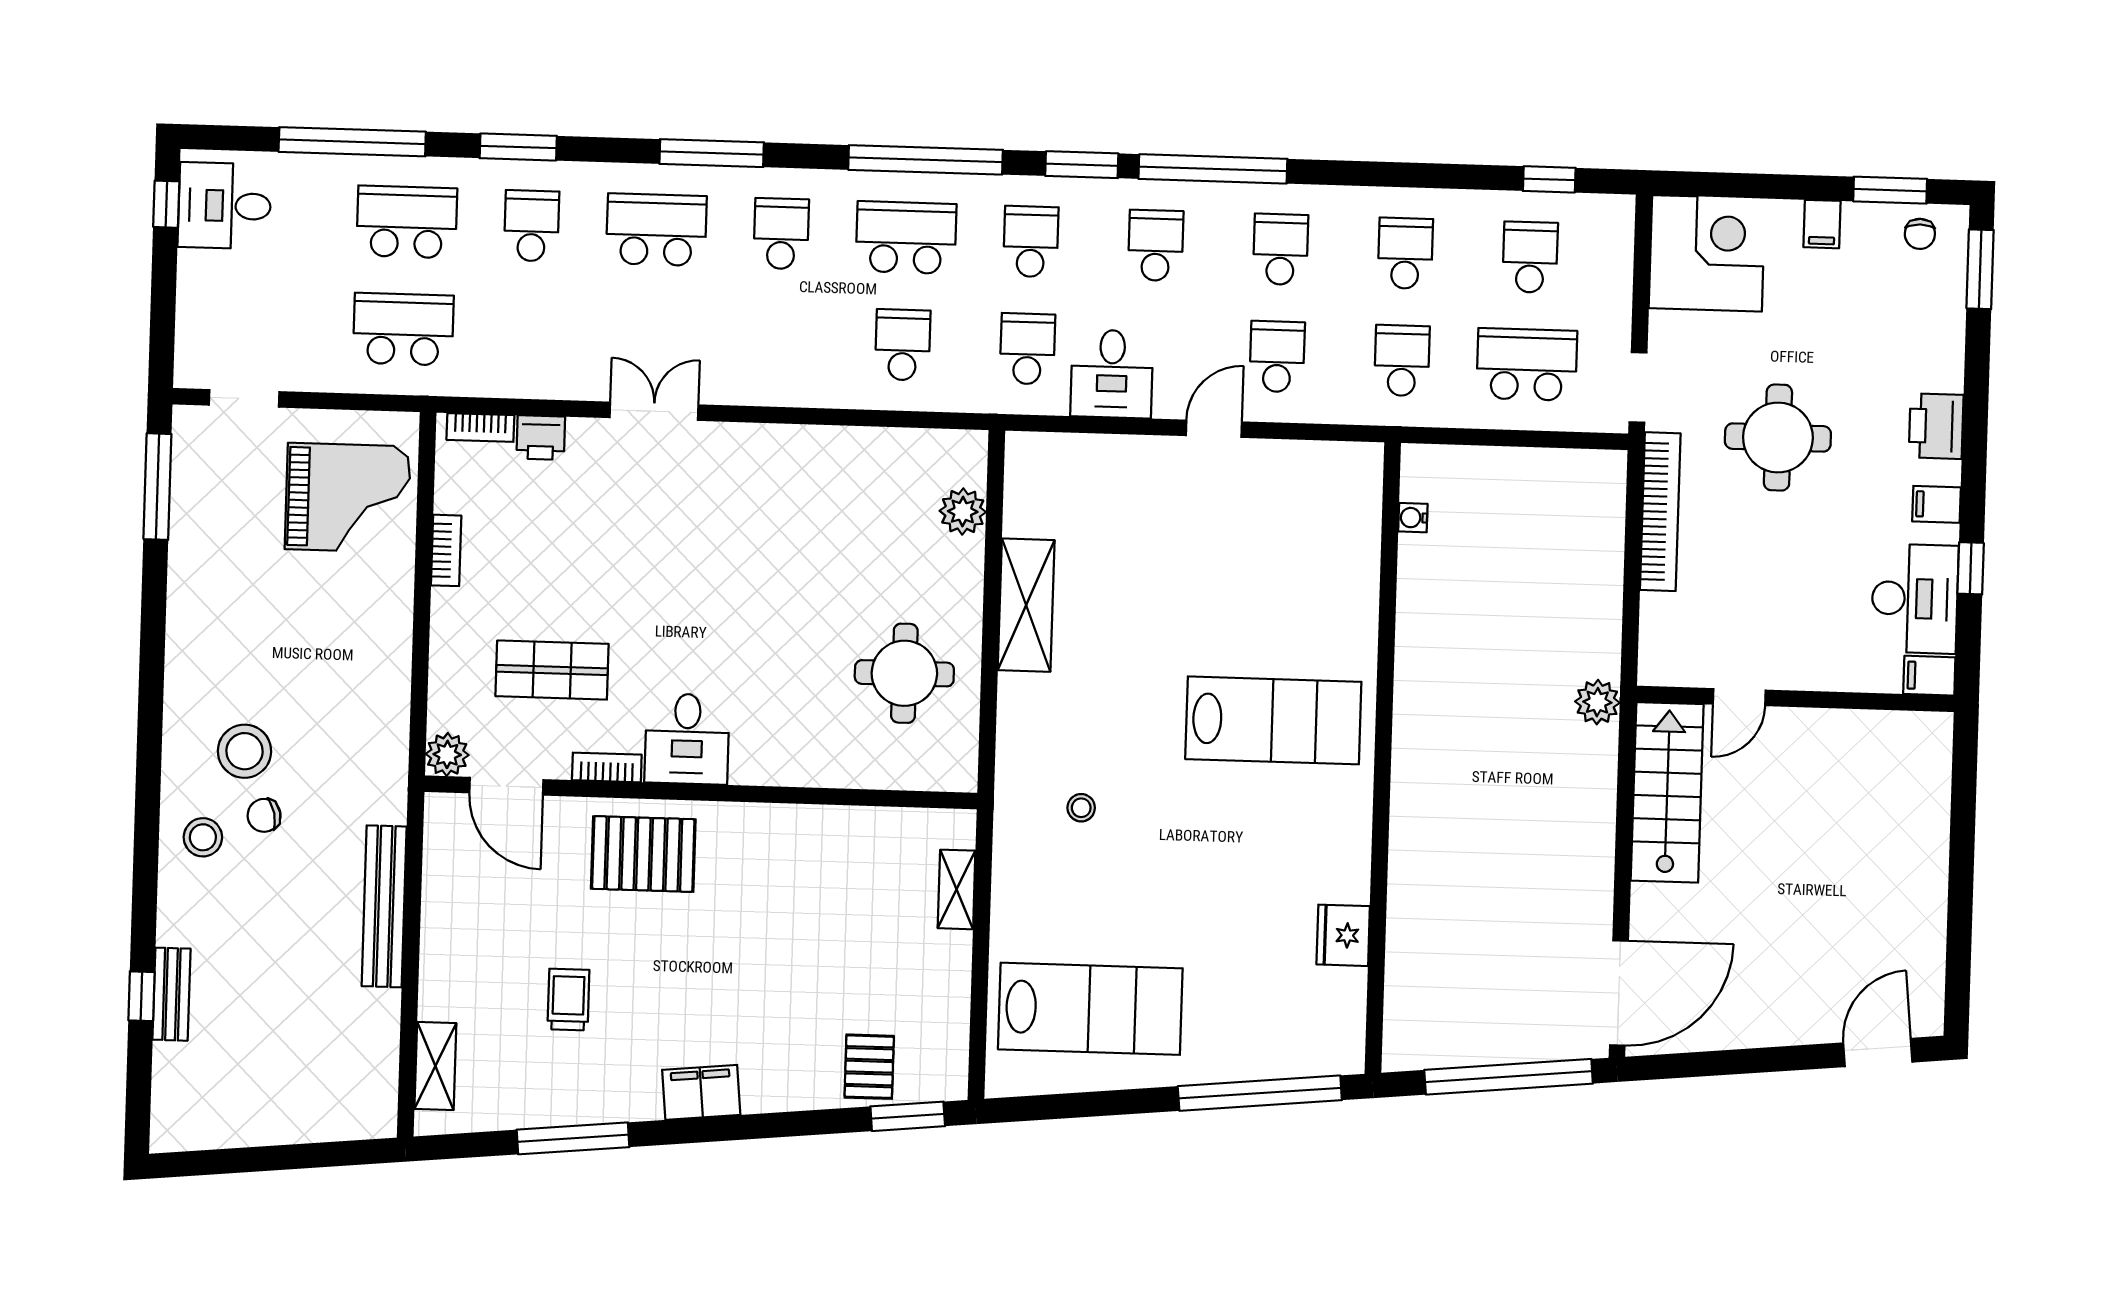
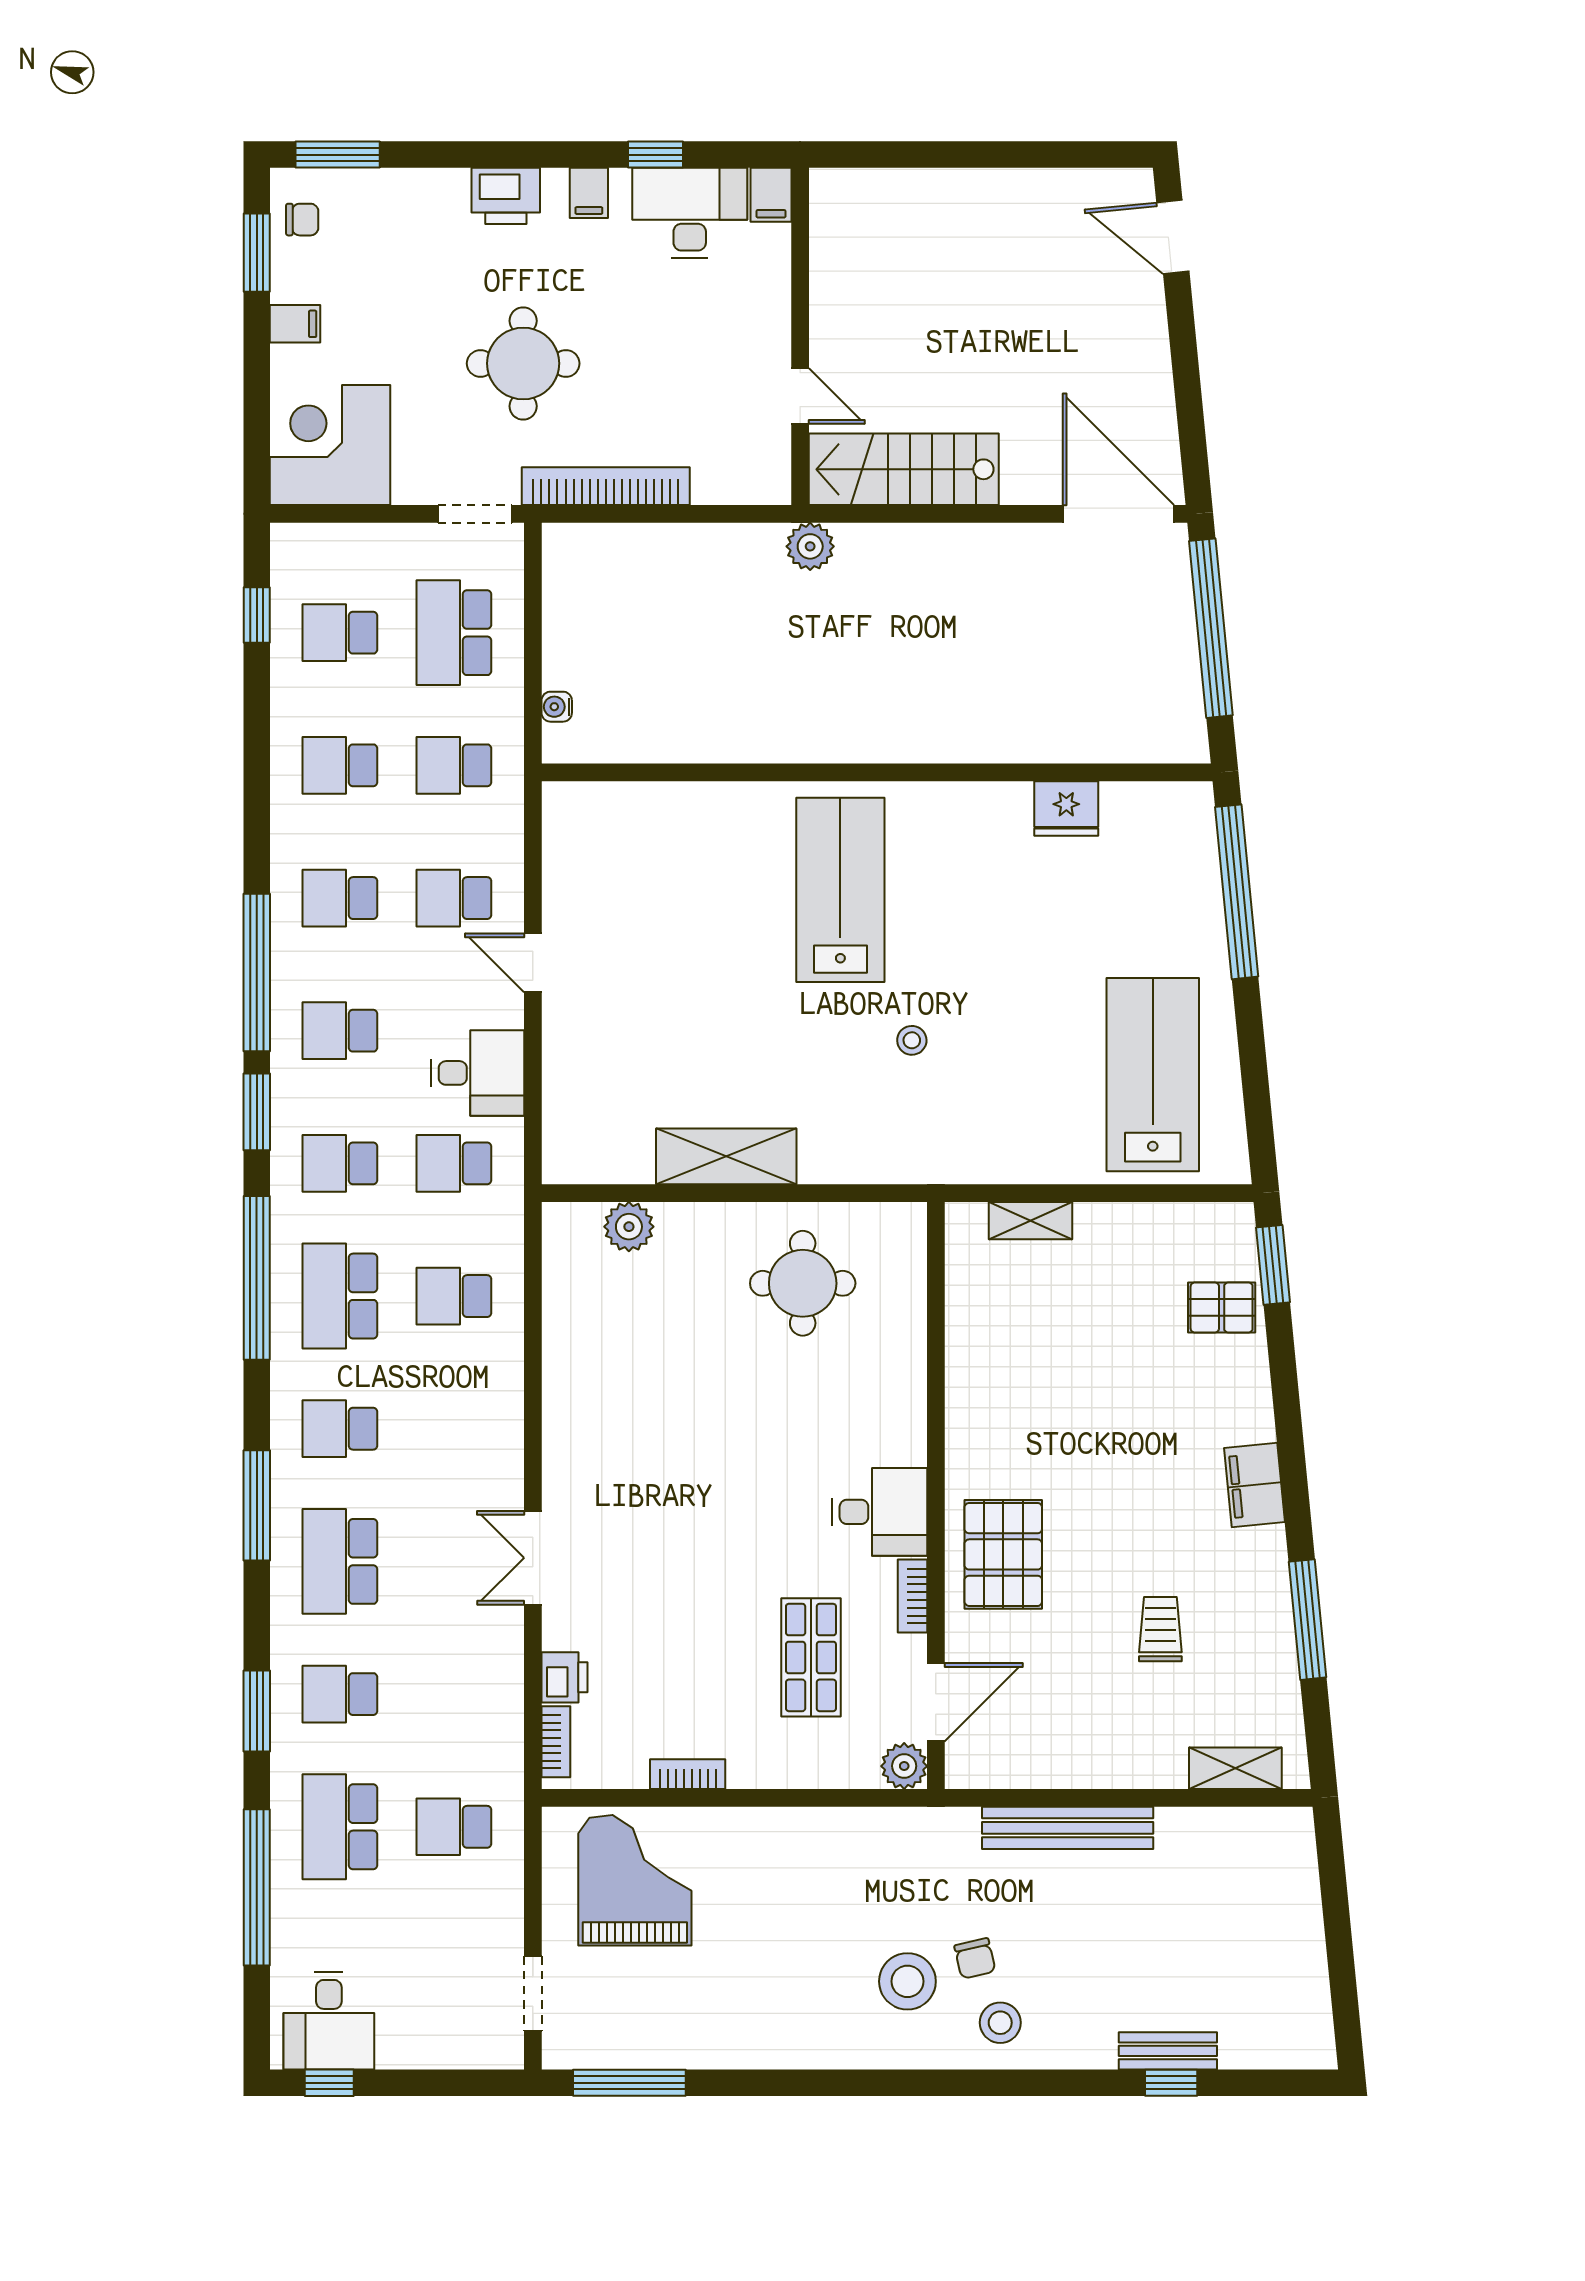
school desk: (403, 329) -> (454, 1827), width x0.54
water cooler: (1413, 518) -> (557, 707), moved, turned 90
stool: (1081, 808) -> (912, 1040), moved
trolley: (568, 1000) -> (1160, 1629), turned 90

